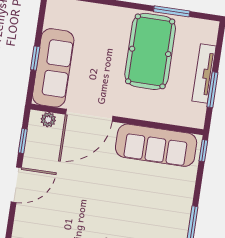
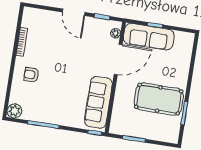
tv unit: (204, 74) -> (144, 134), removed
door: (89, 115) -> (118, 60), swing flipped

